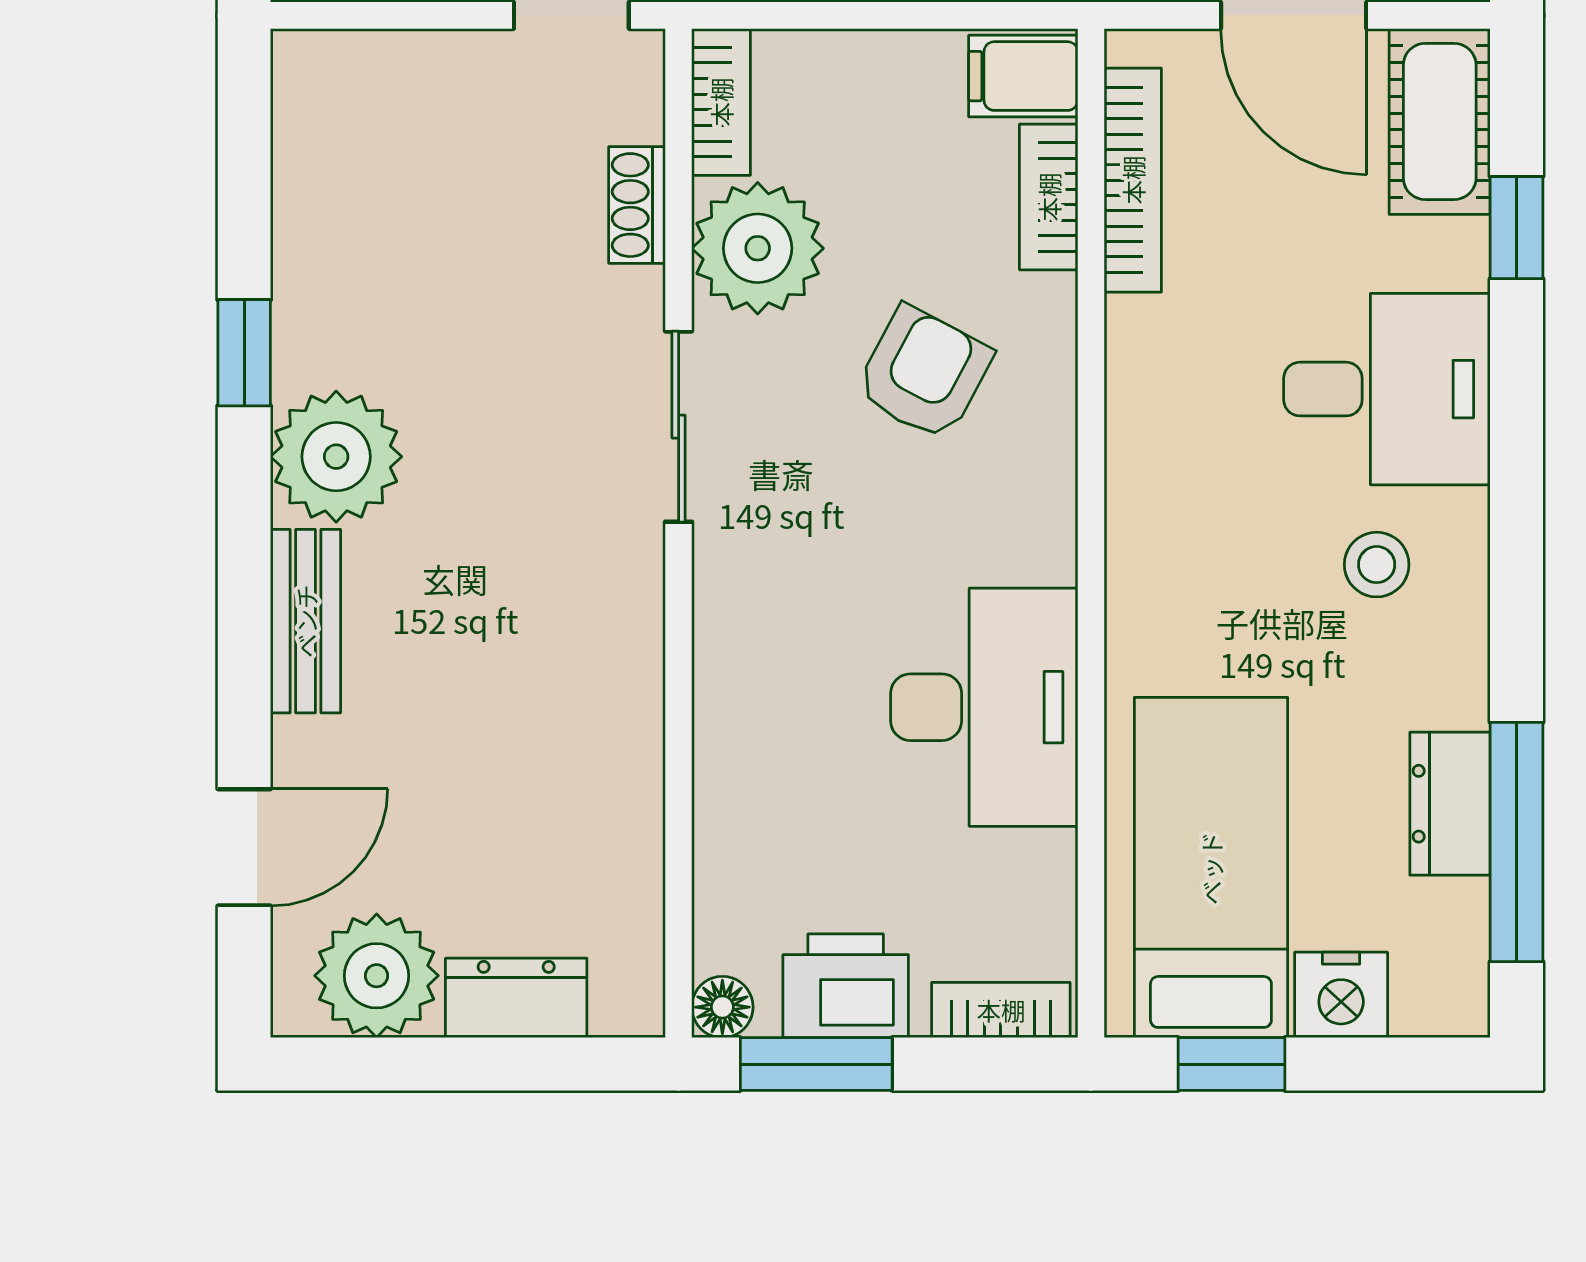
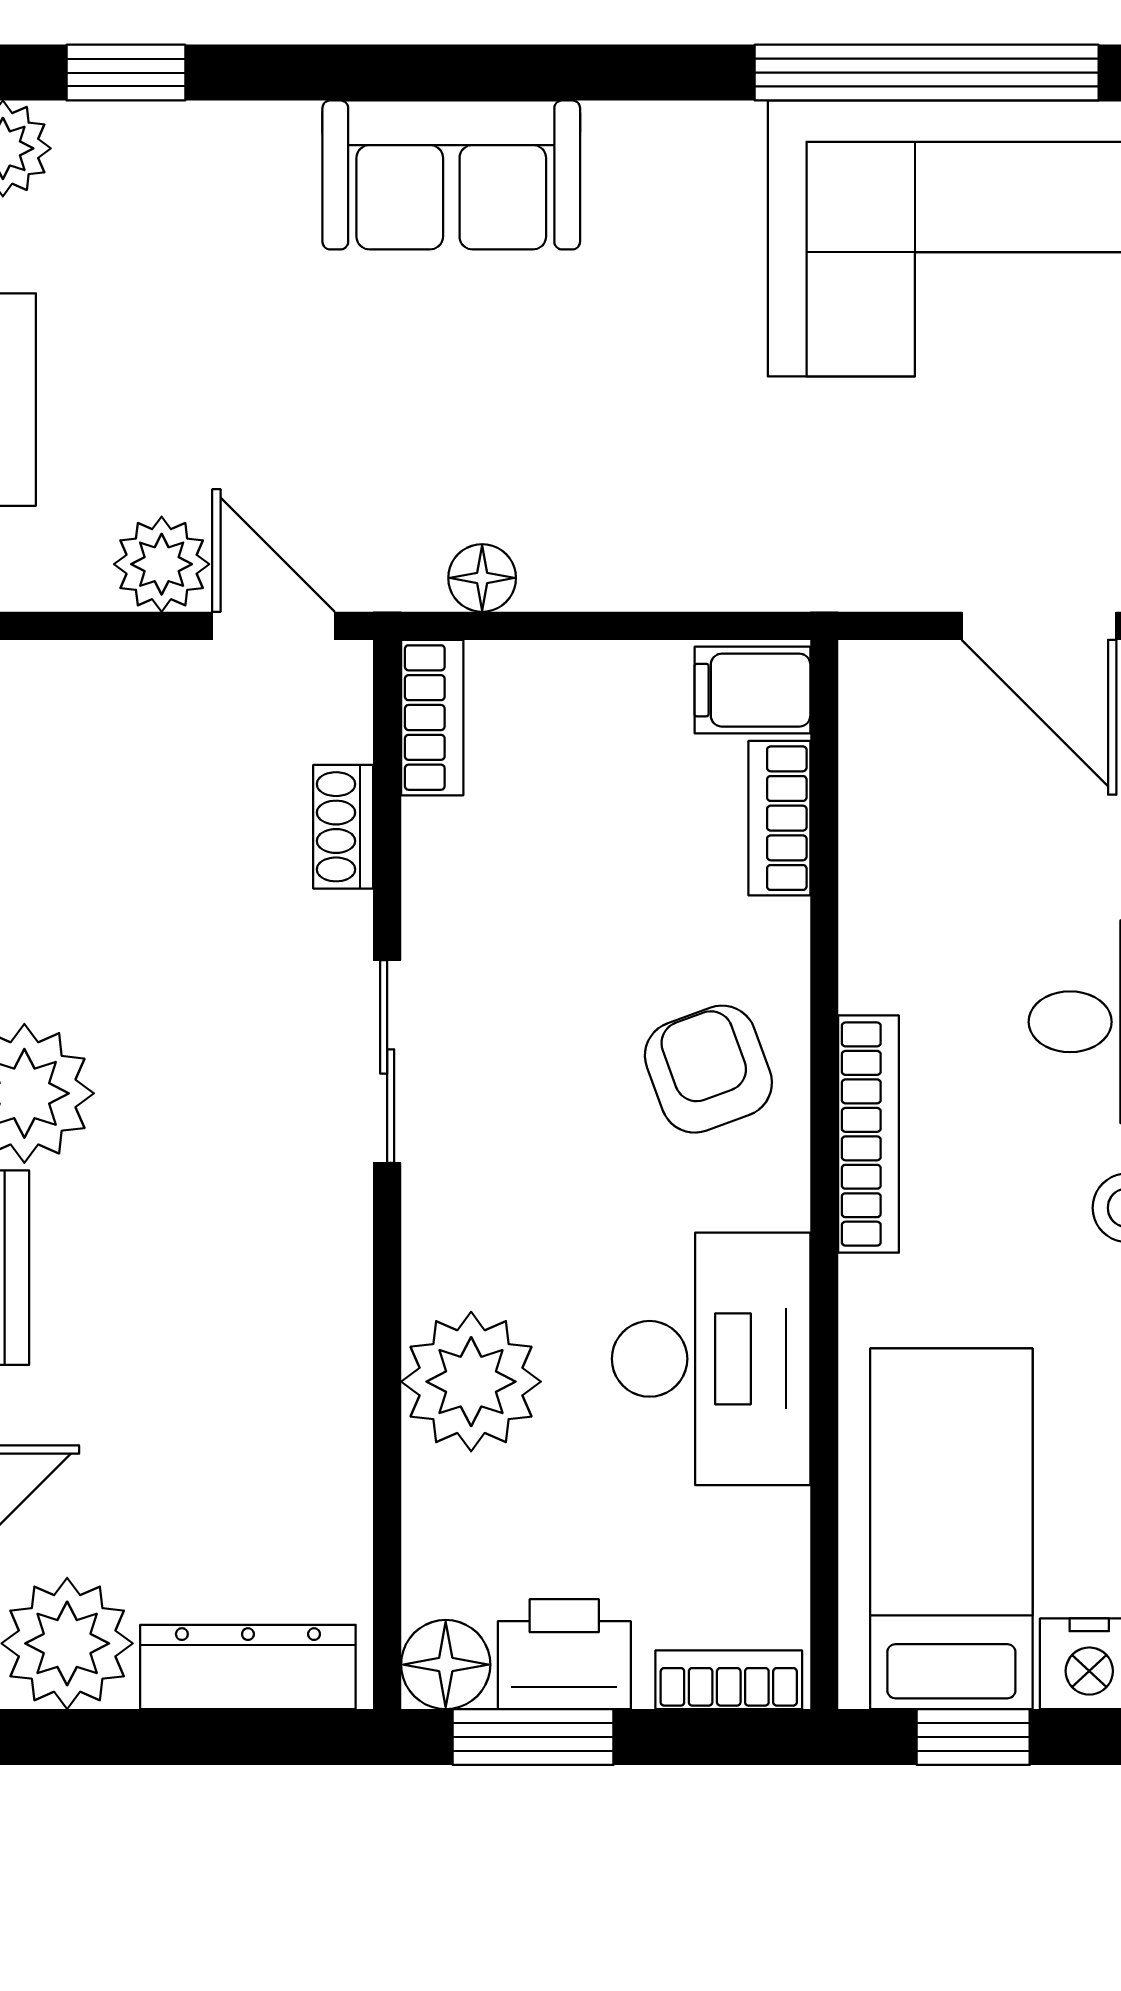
bookcase: (1133, 180) -> (869, 1134), moved
plant: (758, 248) -> (471, 1382), moved
armchair: (924, 373) -> (708, 1069), moved, turned -48
dresser: (516, 998) -> (248, 1667), width x1.44
floor lamp: (722, 1007) -> (446, 1665), width x1.37, depth x1.37

